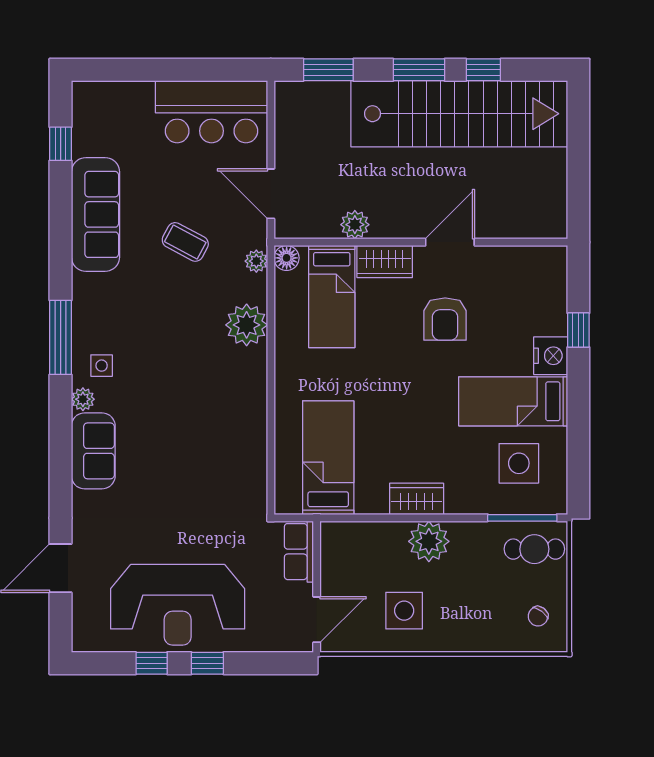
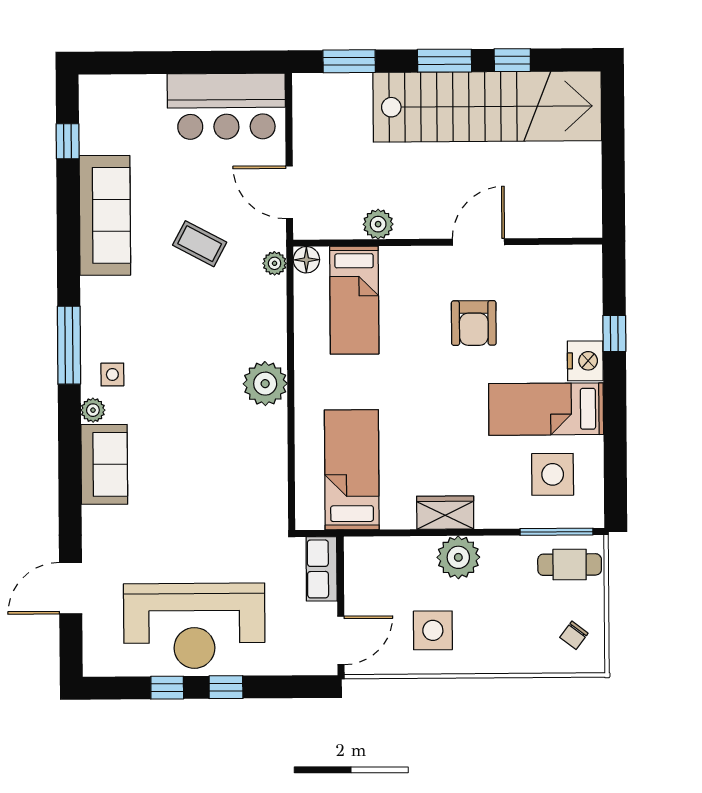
wardrobe: (385, 261) -> (410, 263), removed
plant: (247, 325) -> (265, 384), moved

